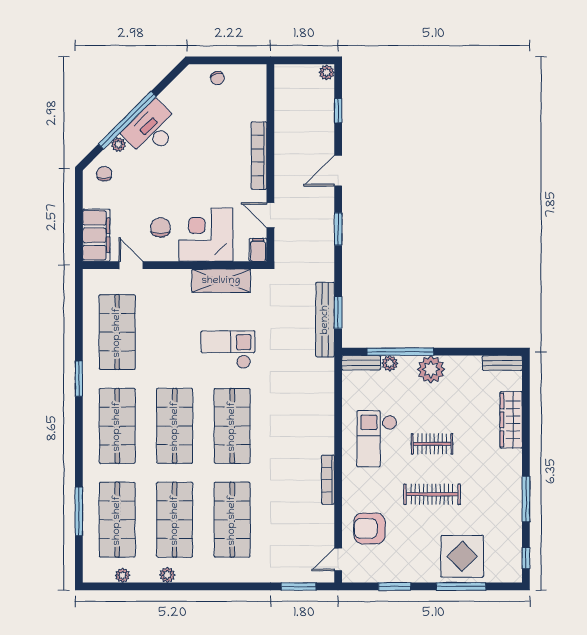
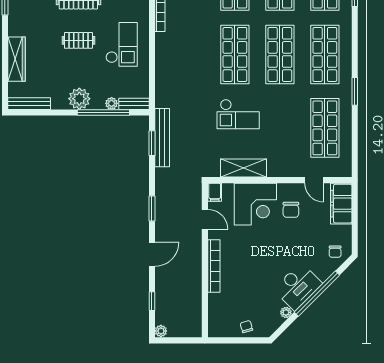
plant: (119, 144) -> (286, 312), moved
bench: (502, 363) -> (29, 104), width x1.36

